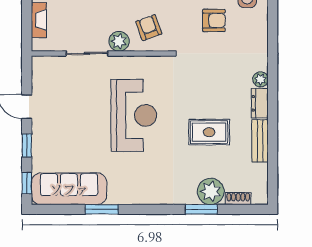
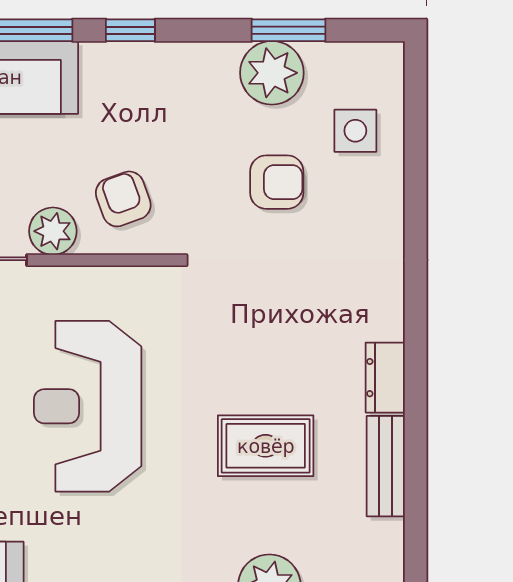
plant: (260, 79) -> (387, 321), removed
reception desk: (134, 115) -> (88, 406), turned 180

